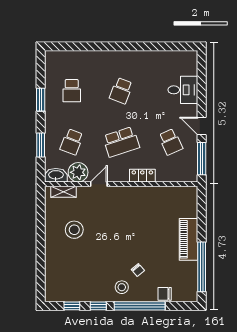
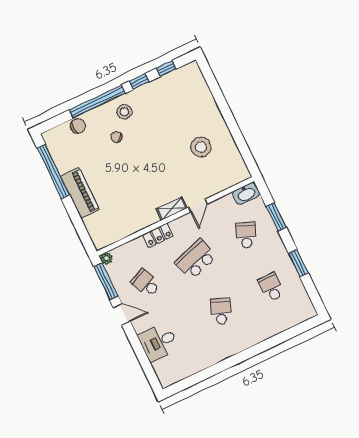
plant: (78, 172) -> (106, 258), moved, width x0.53, depth x0.53
shelving: (64, 192) -> (172, 208), moved

